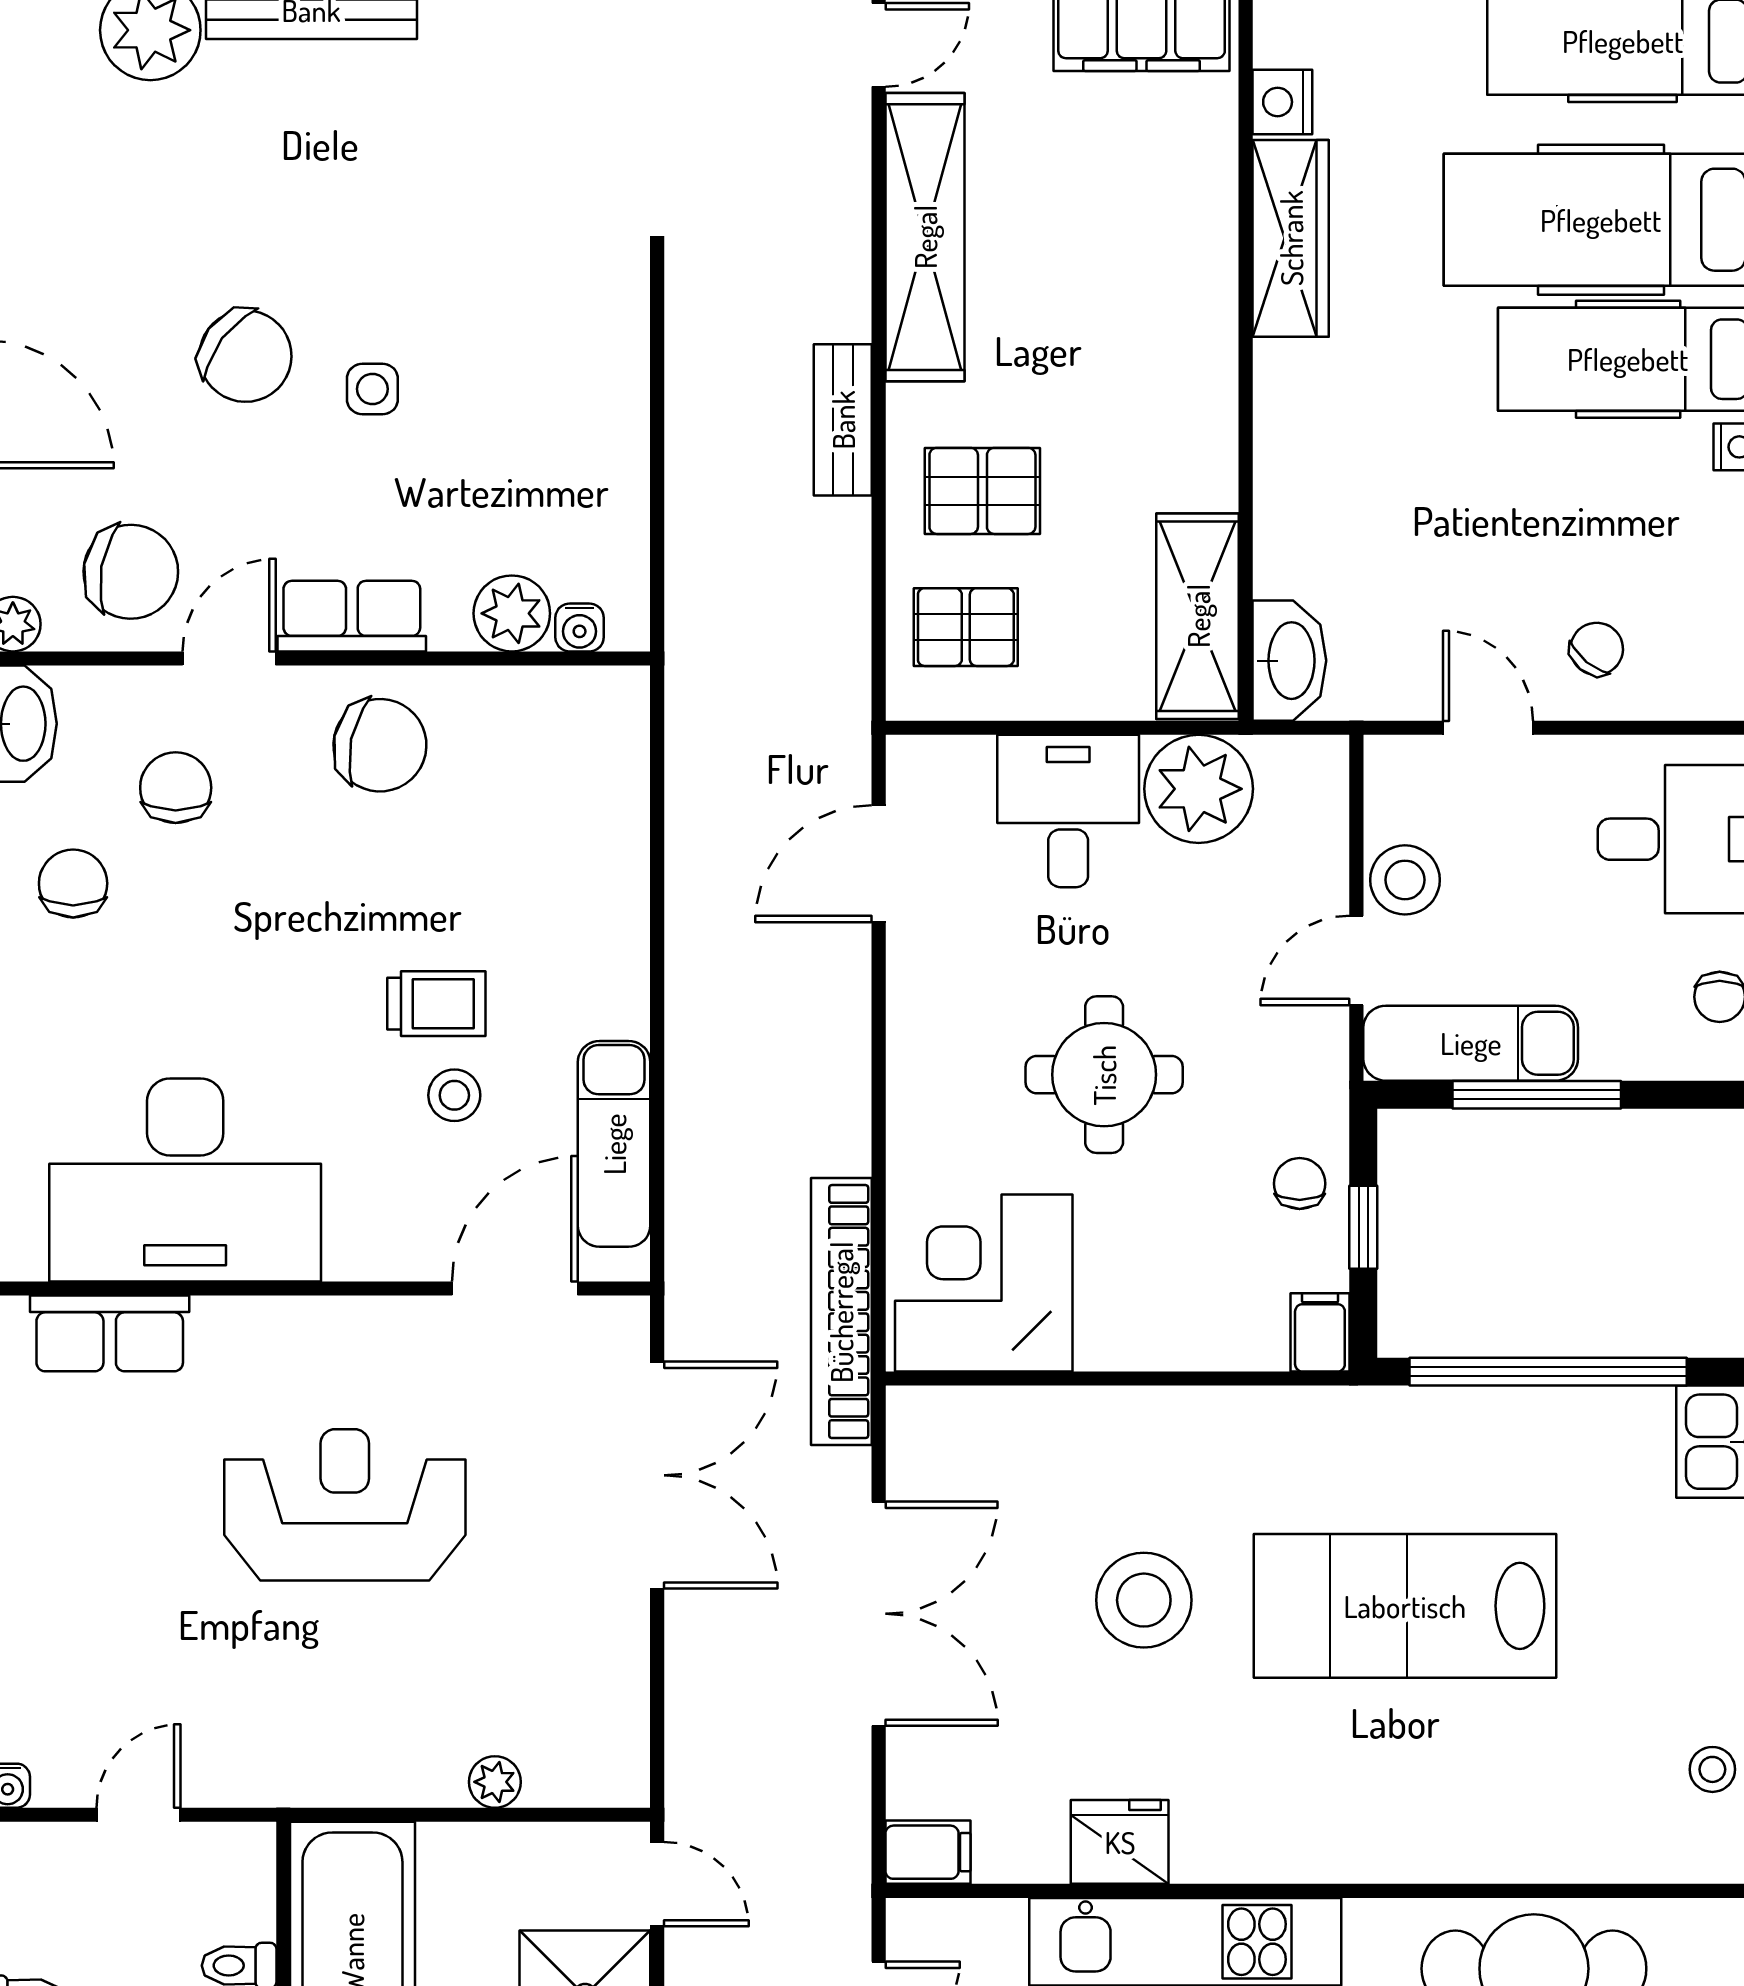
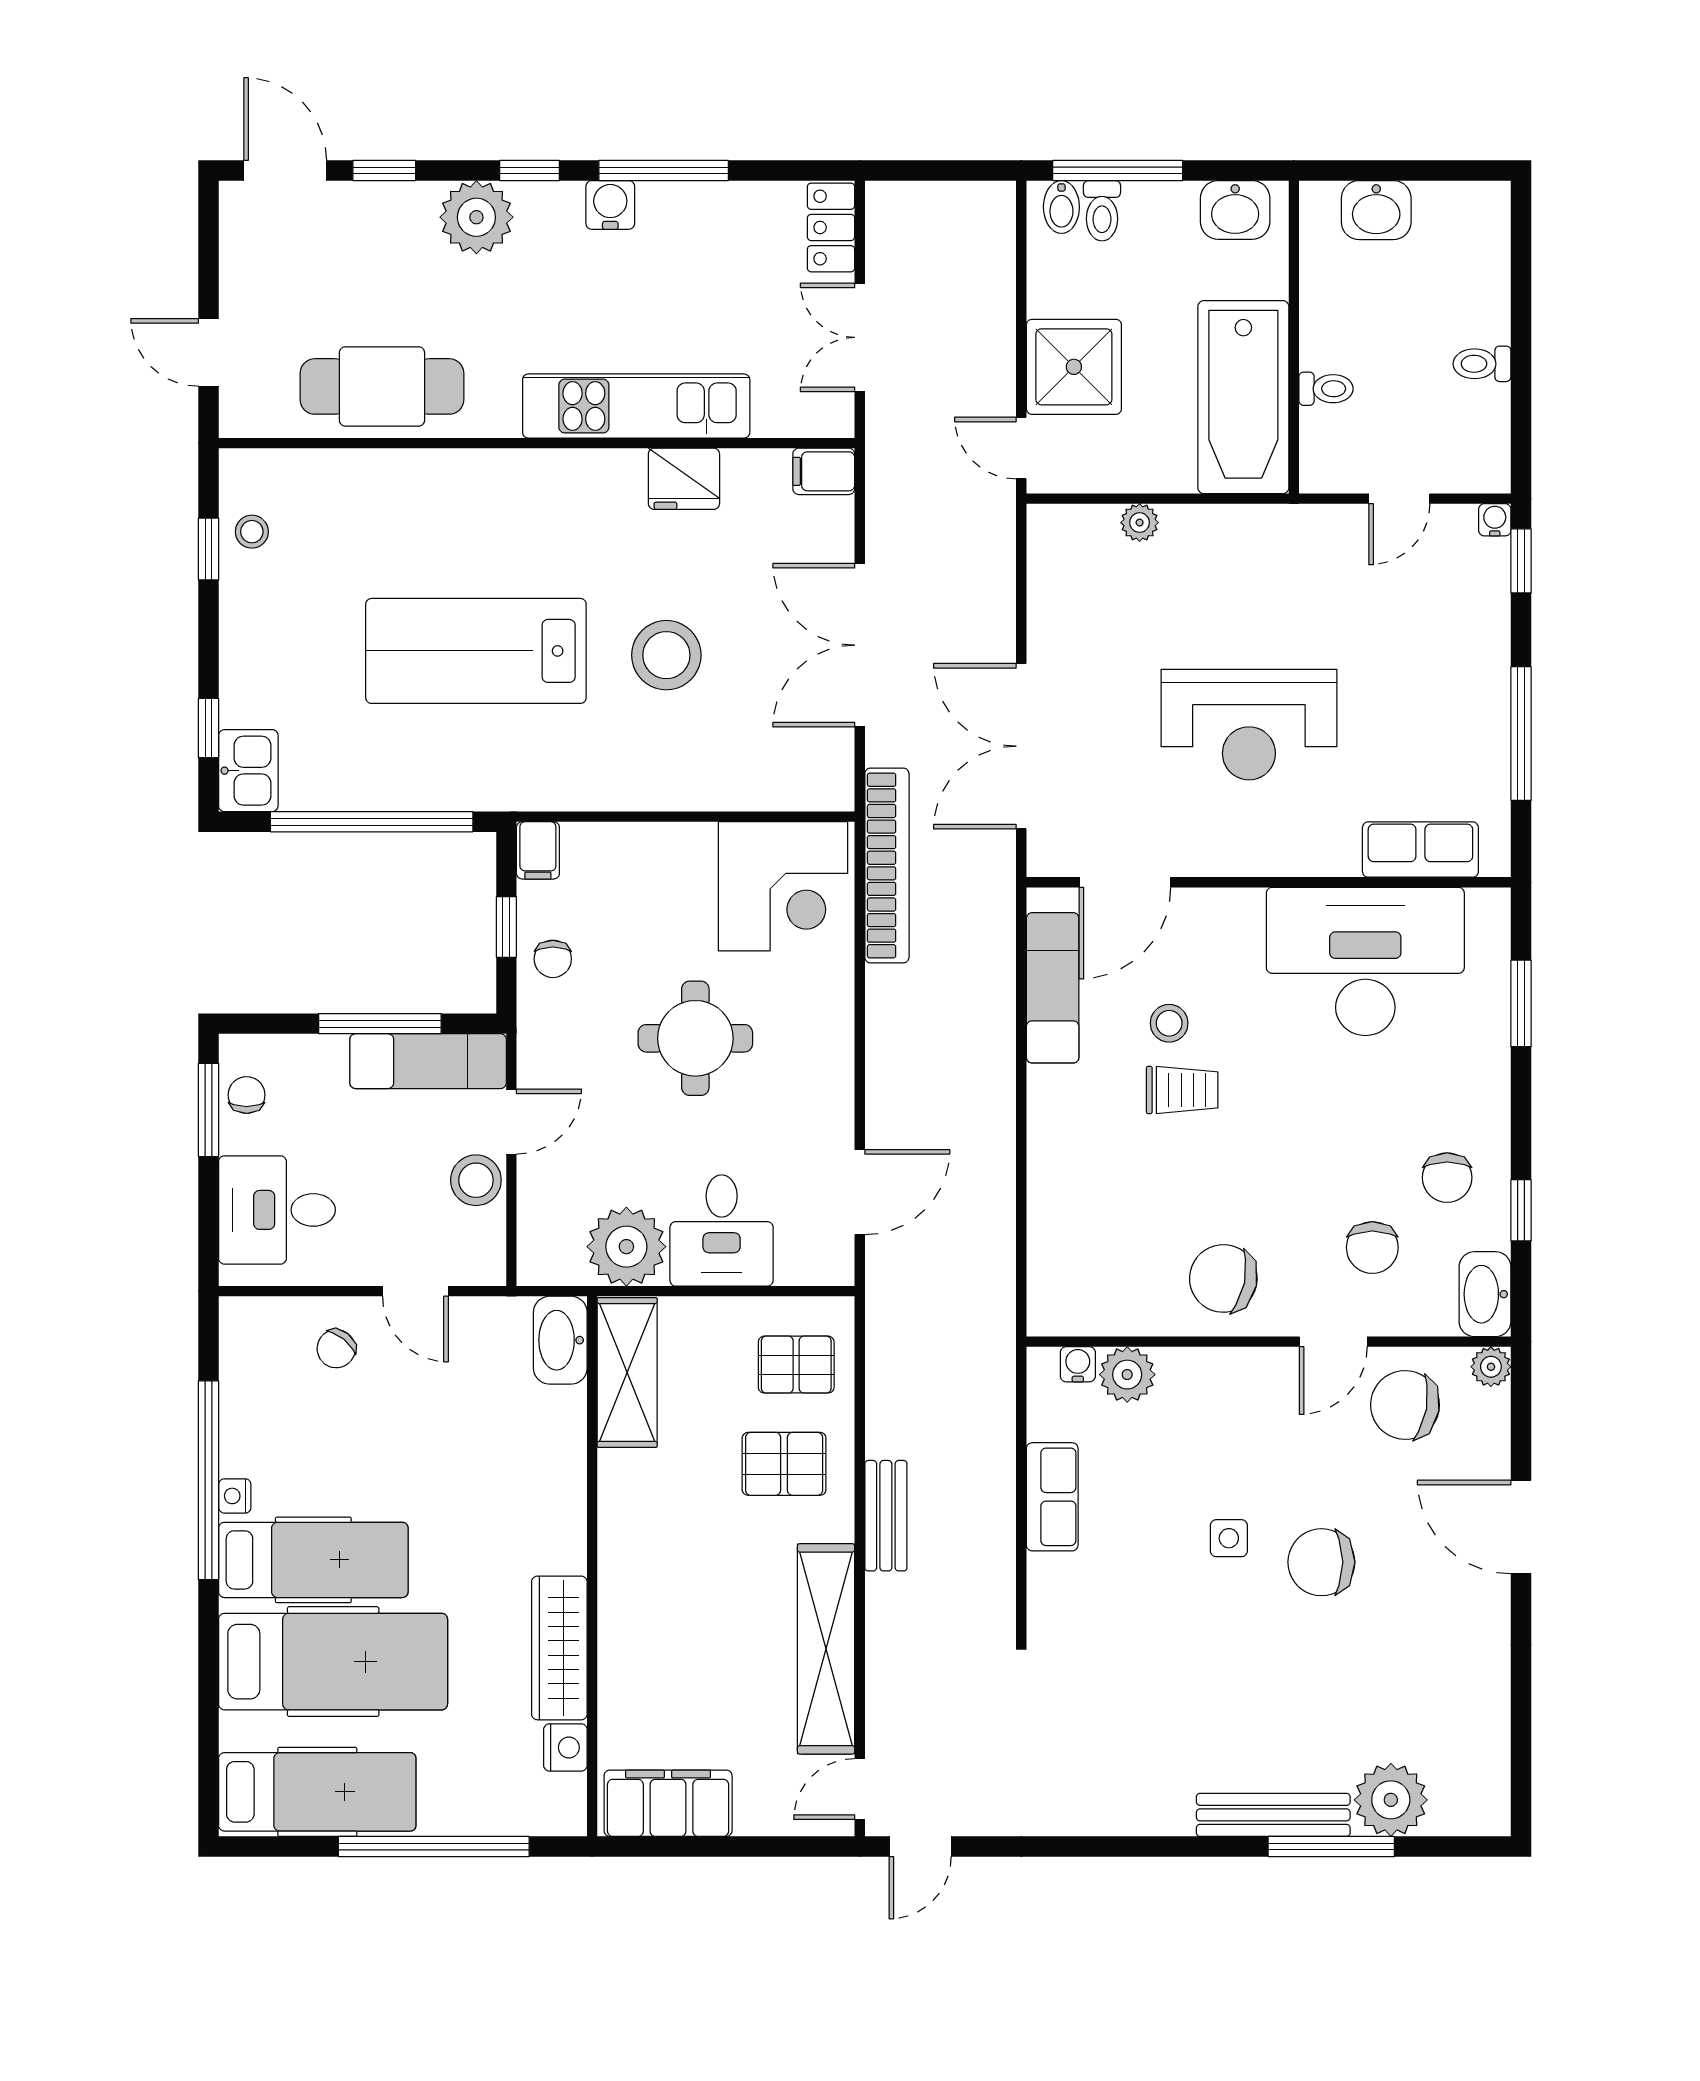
chair: (245, 356) -> (1321, 1562), turned -37
row of seats: (352, 616) -> (1052, 1497), moved, turned -90
trolley: (436, 1004) -> (1182, 1090), turned 180
lab bench: (1405, 1606) -> (476, 651), turned 180

